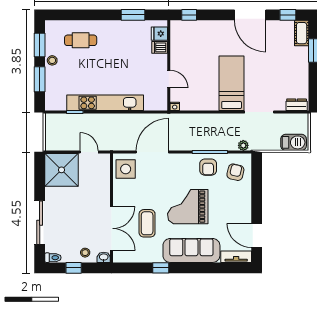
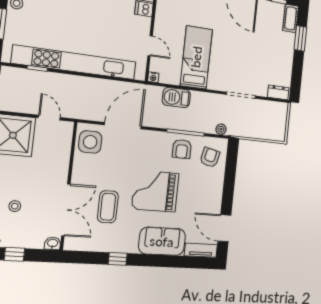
bed: (232, 83) -> (196, 57), moved
kitchen unit: (105, 103) -> (75, 63), width x1.36
barbecue: (294, 142) -> (176, 98), moved, turned 180
sofa: (191, 250) -> (162, 241), width x0.73
stool: (85, 253) -> (15, 206), moved

